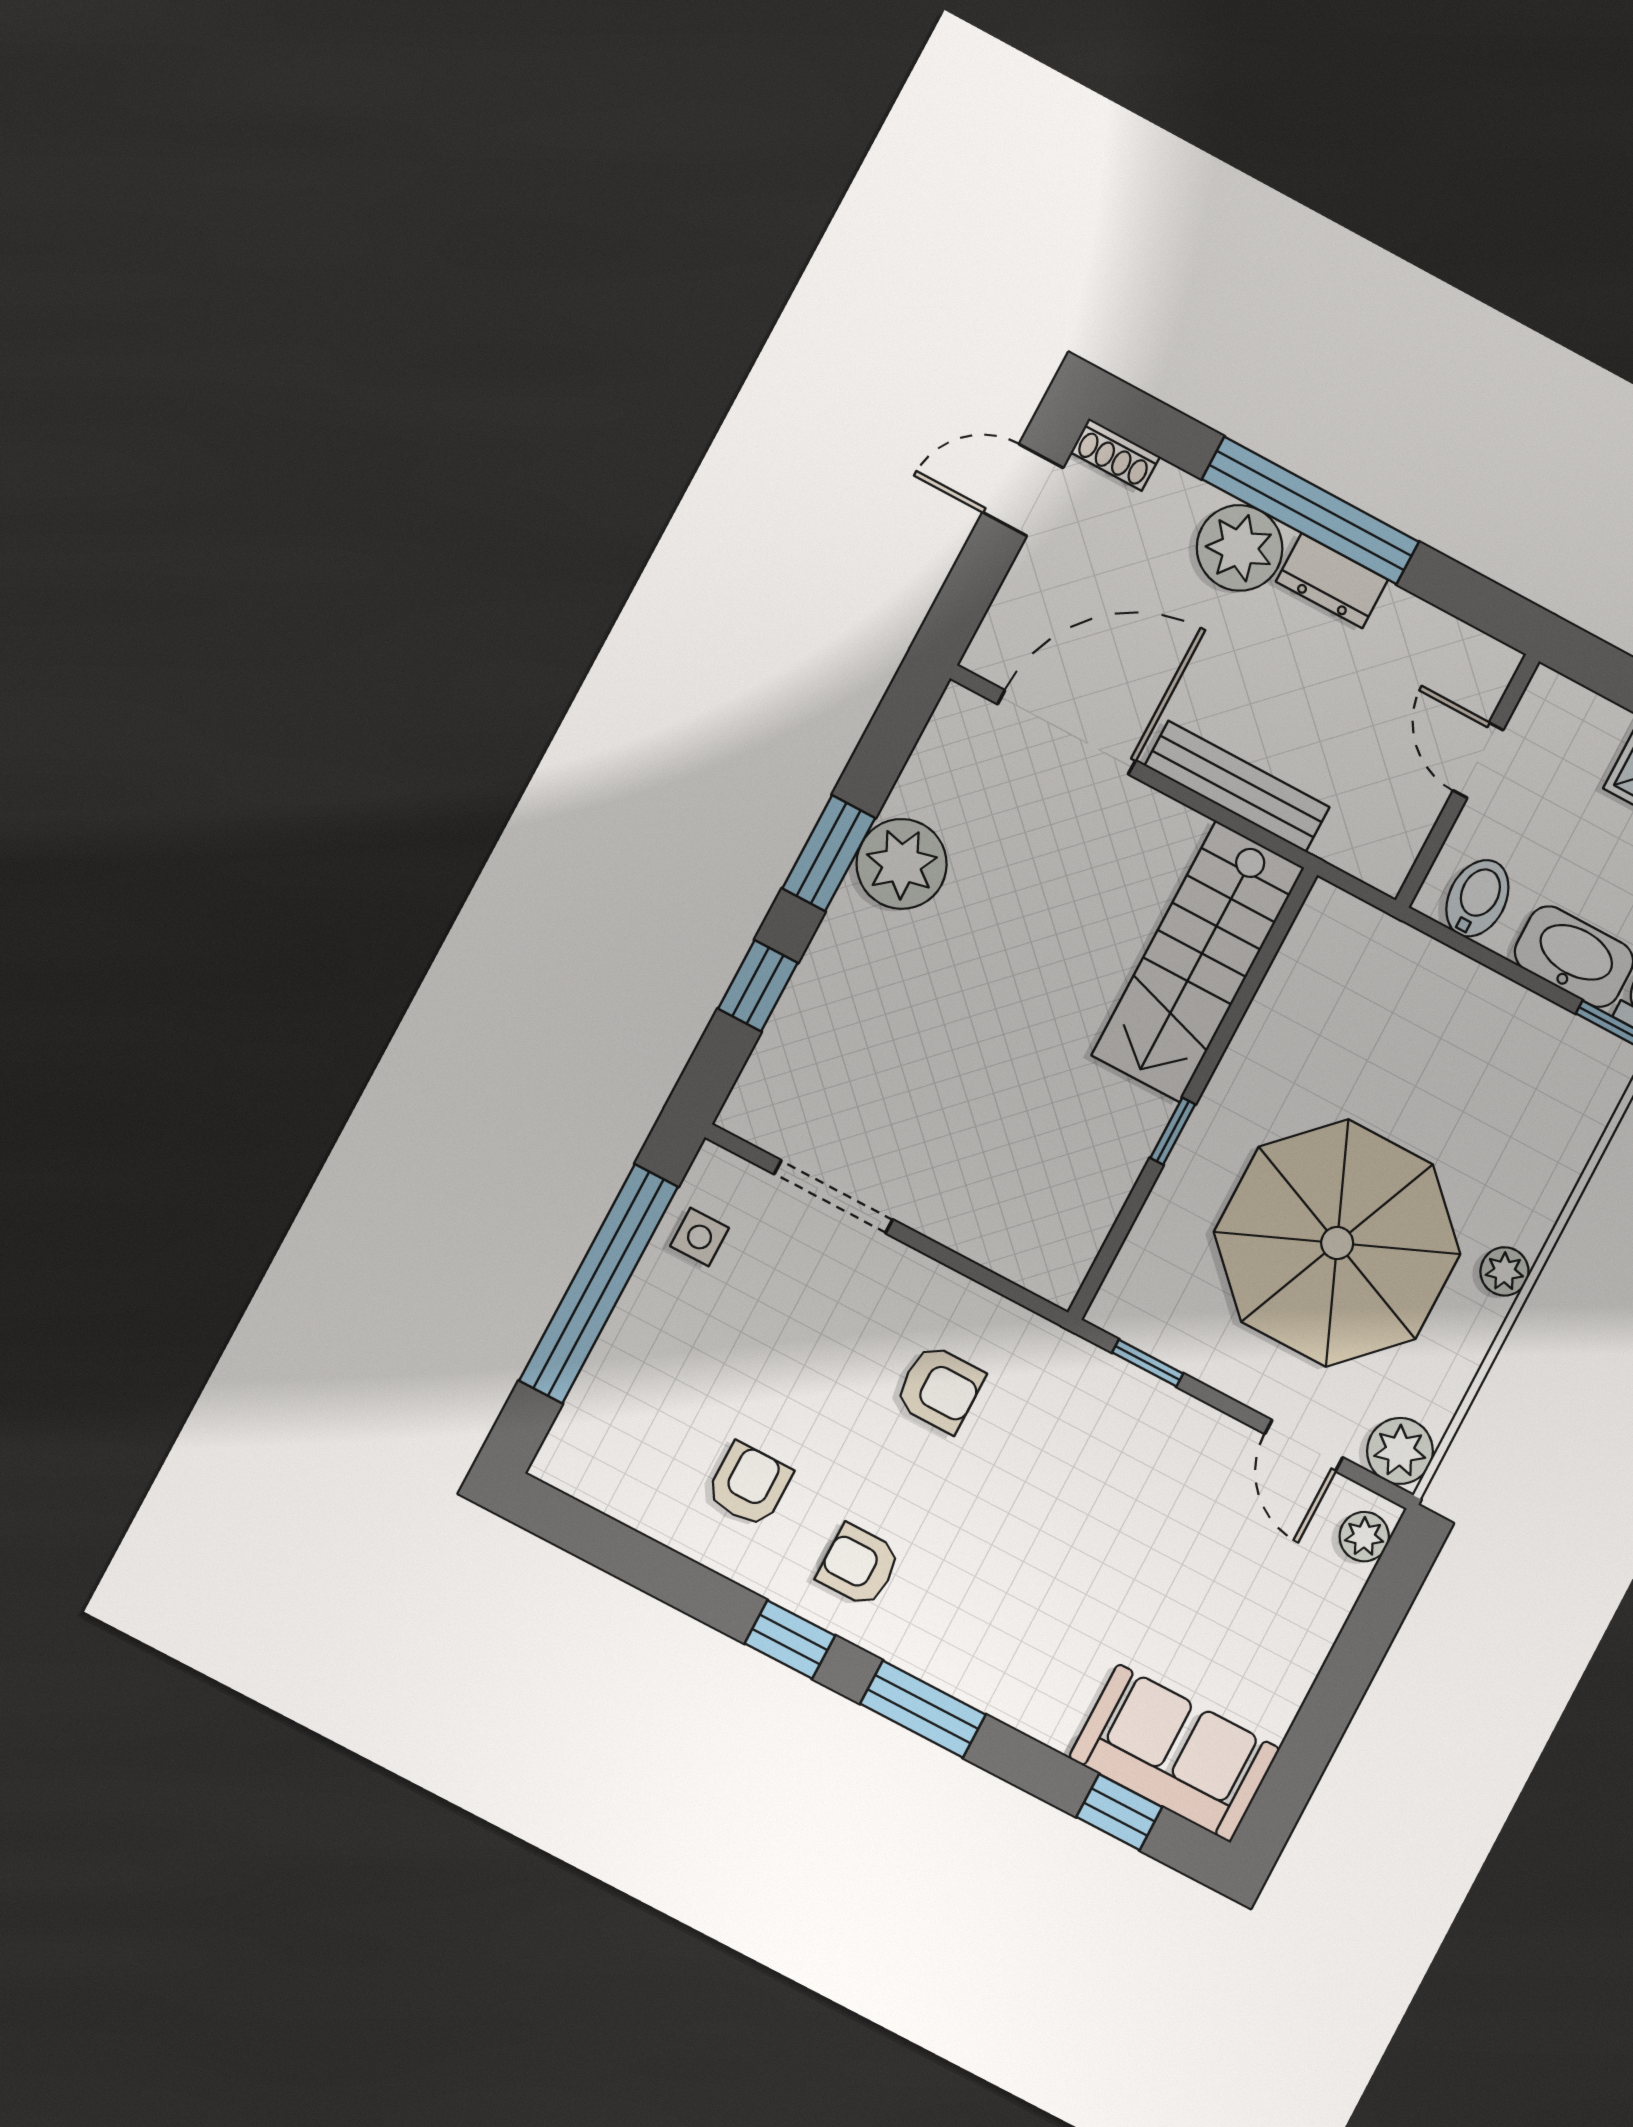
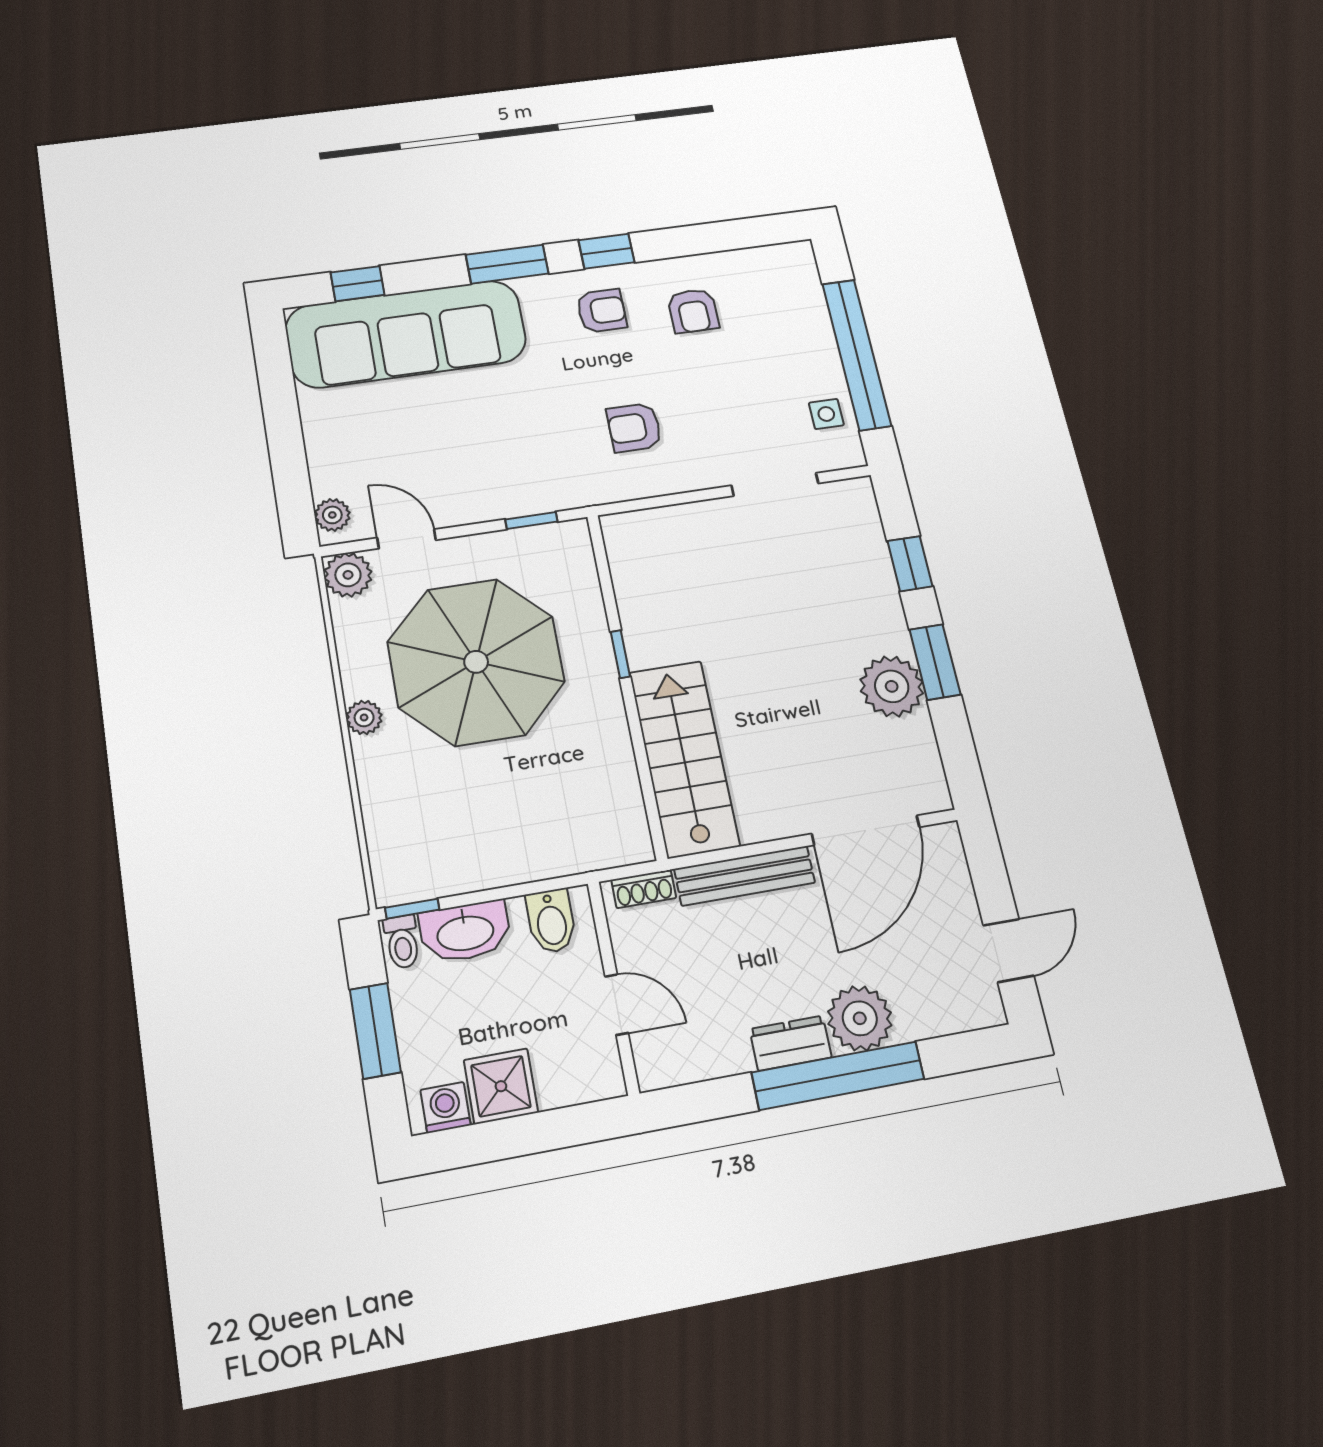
shoe rack: (1115, 454) -> (644, 889), moved, turned 180
sofa: (1174, 1753) -> (406, 334), width x1.85, depth x1.27

